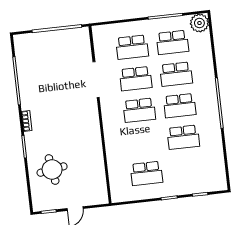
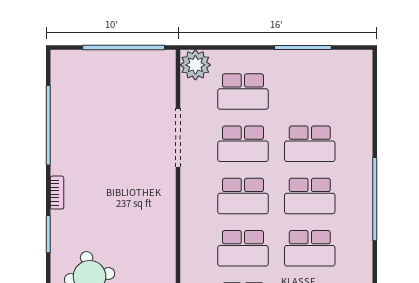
plant: (199, 23) -> (195, 65), moved
school desk: (172, 42) -> (243, 248), moved

